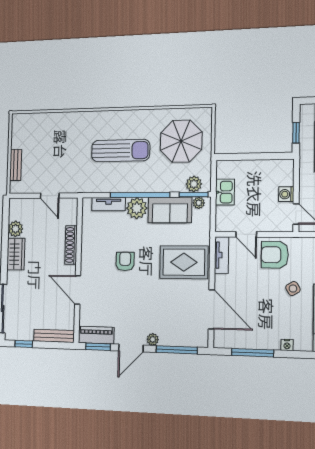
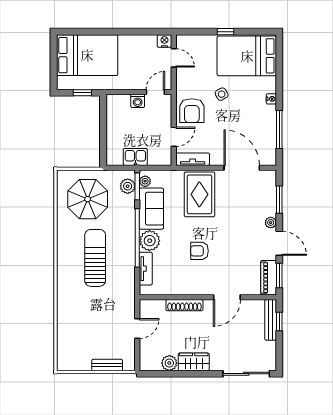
door: (211, 309) -> (242, 168), hinge flipped
window: (24, 344) -> (279, 321), moved
window: (177, 350) -> (279, 200), width x0.69

